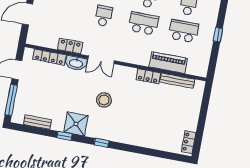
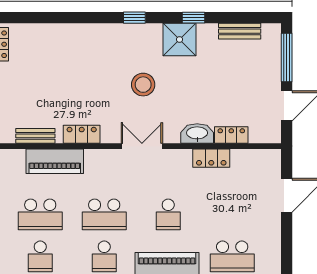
locker: (49, 57) -> (231, 135), width x0.66
double door: (101, 60) -> (142, 146), moved
bench: (177, 81) -> (35, 136), width x0.73

